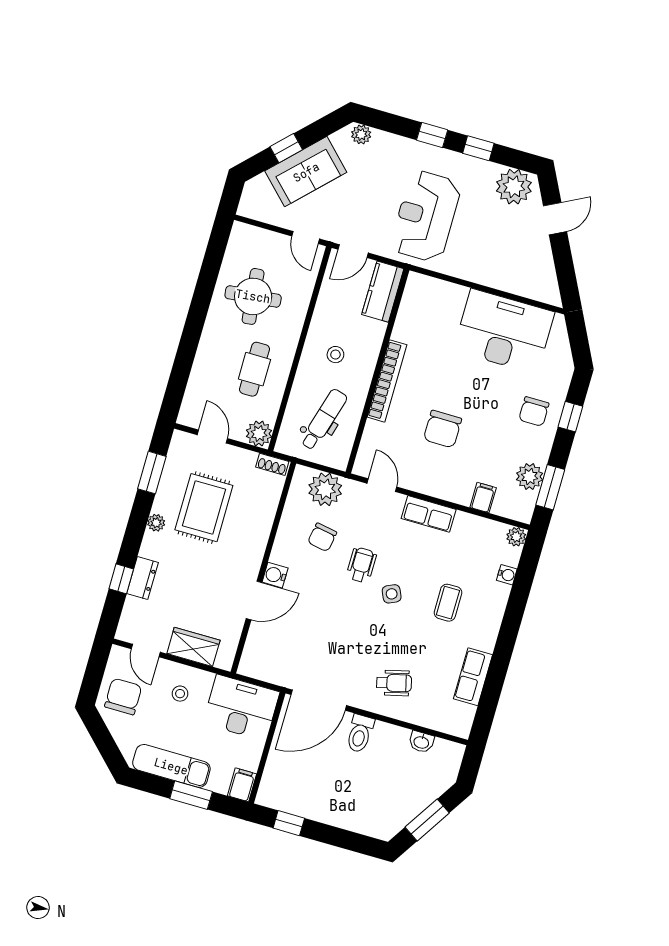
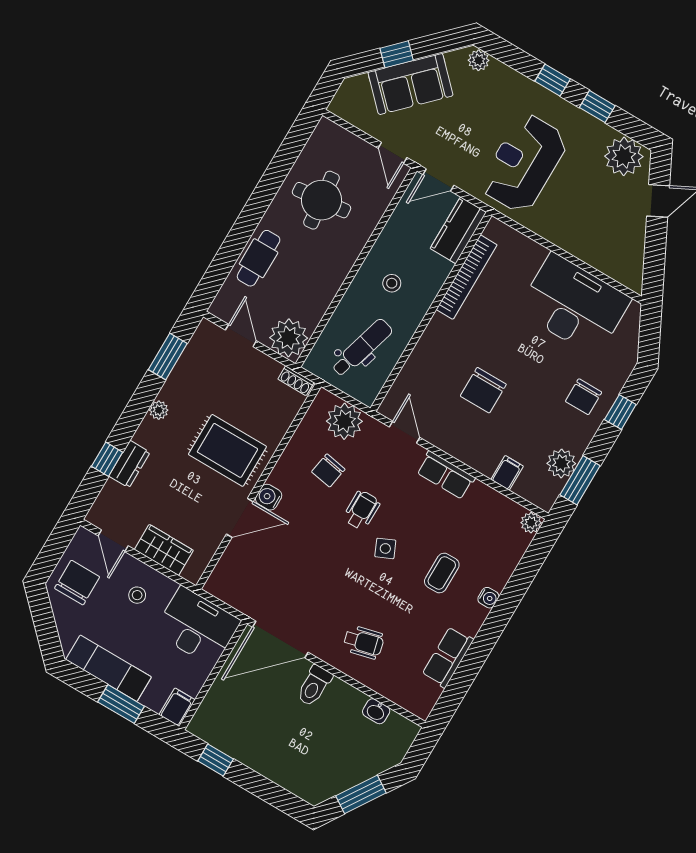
cafe table: (254, 369) -> (259, 258), moved
bookcase: (387, 381) -> (467, 277), moved
plant: (259, 433) -> (289, 338), width x1.36, depth x1.36
rug: (204, 508) -> (227, 450), moved, turned 90
water cooler: (507, 575) -> (488, 598), moved

